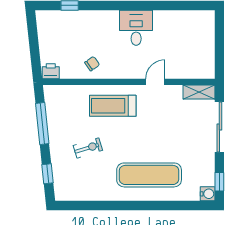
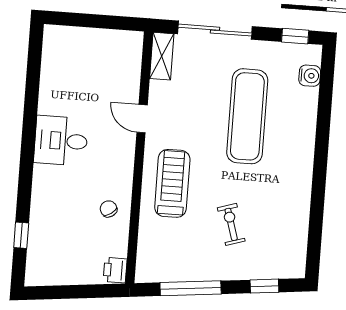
treadmill: (113, 106) -> (172, 183), turned 180
exercise mat: (149, 175) -> (247, 116), moved
water cooler: (208, 194) -> (310, 76), moved, turned 90

